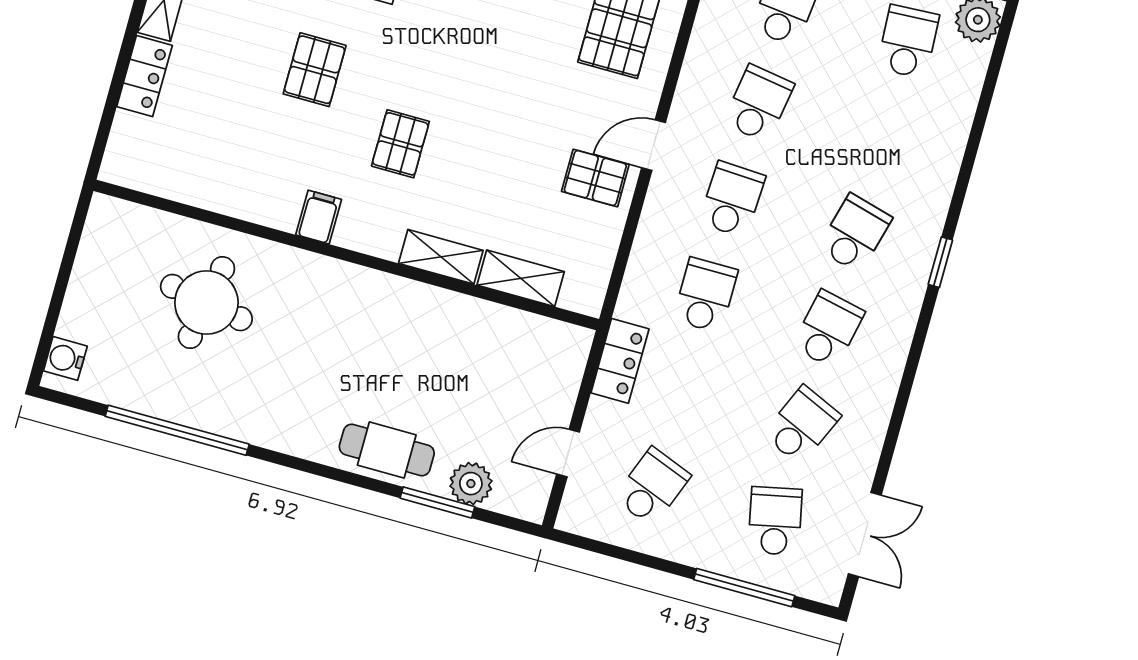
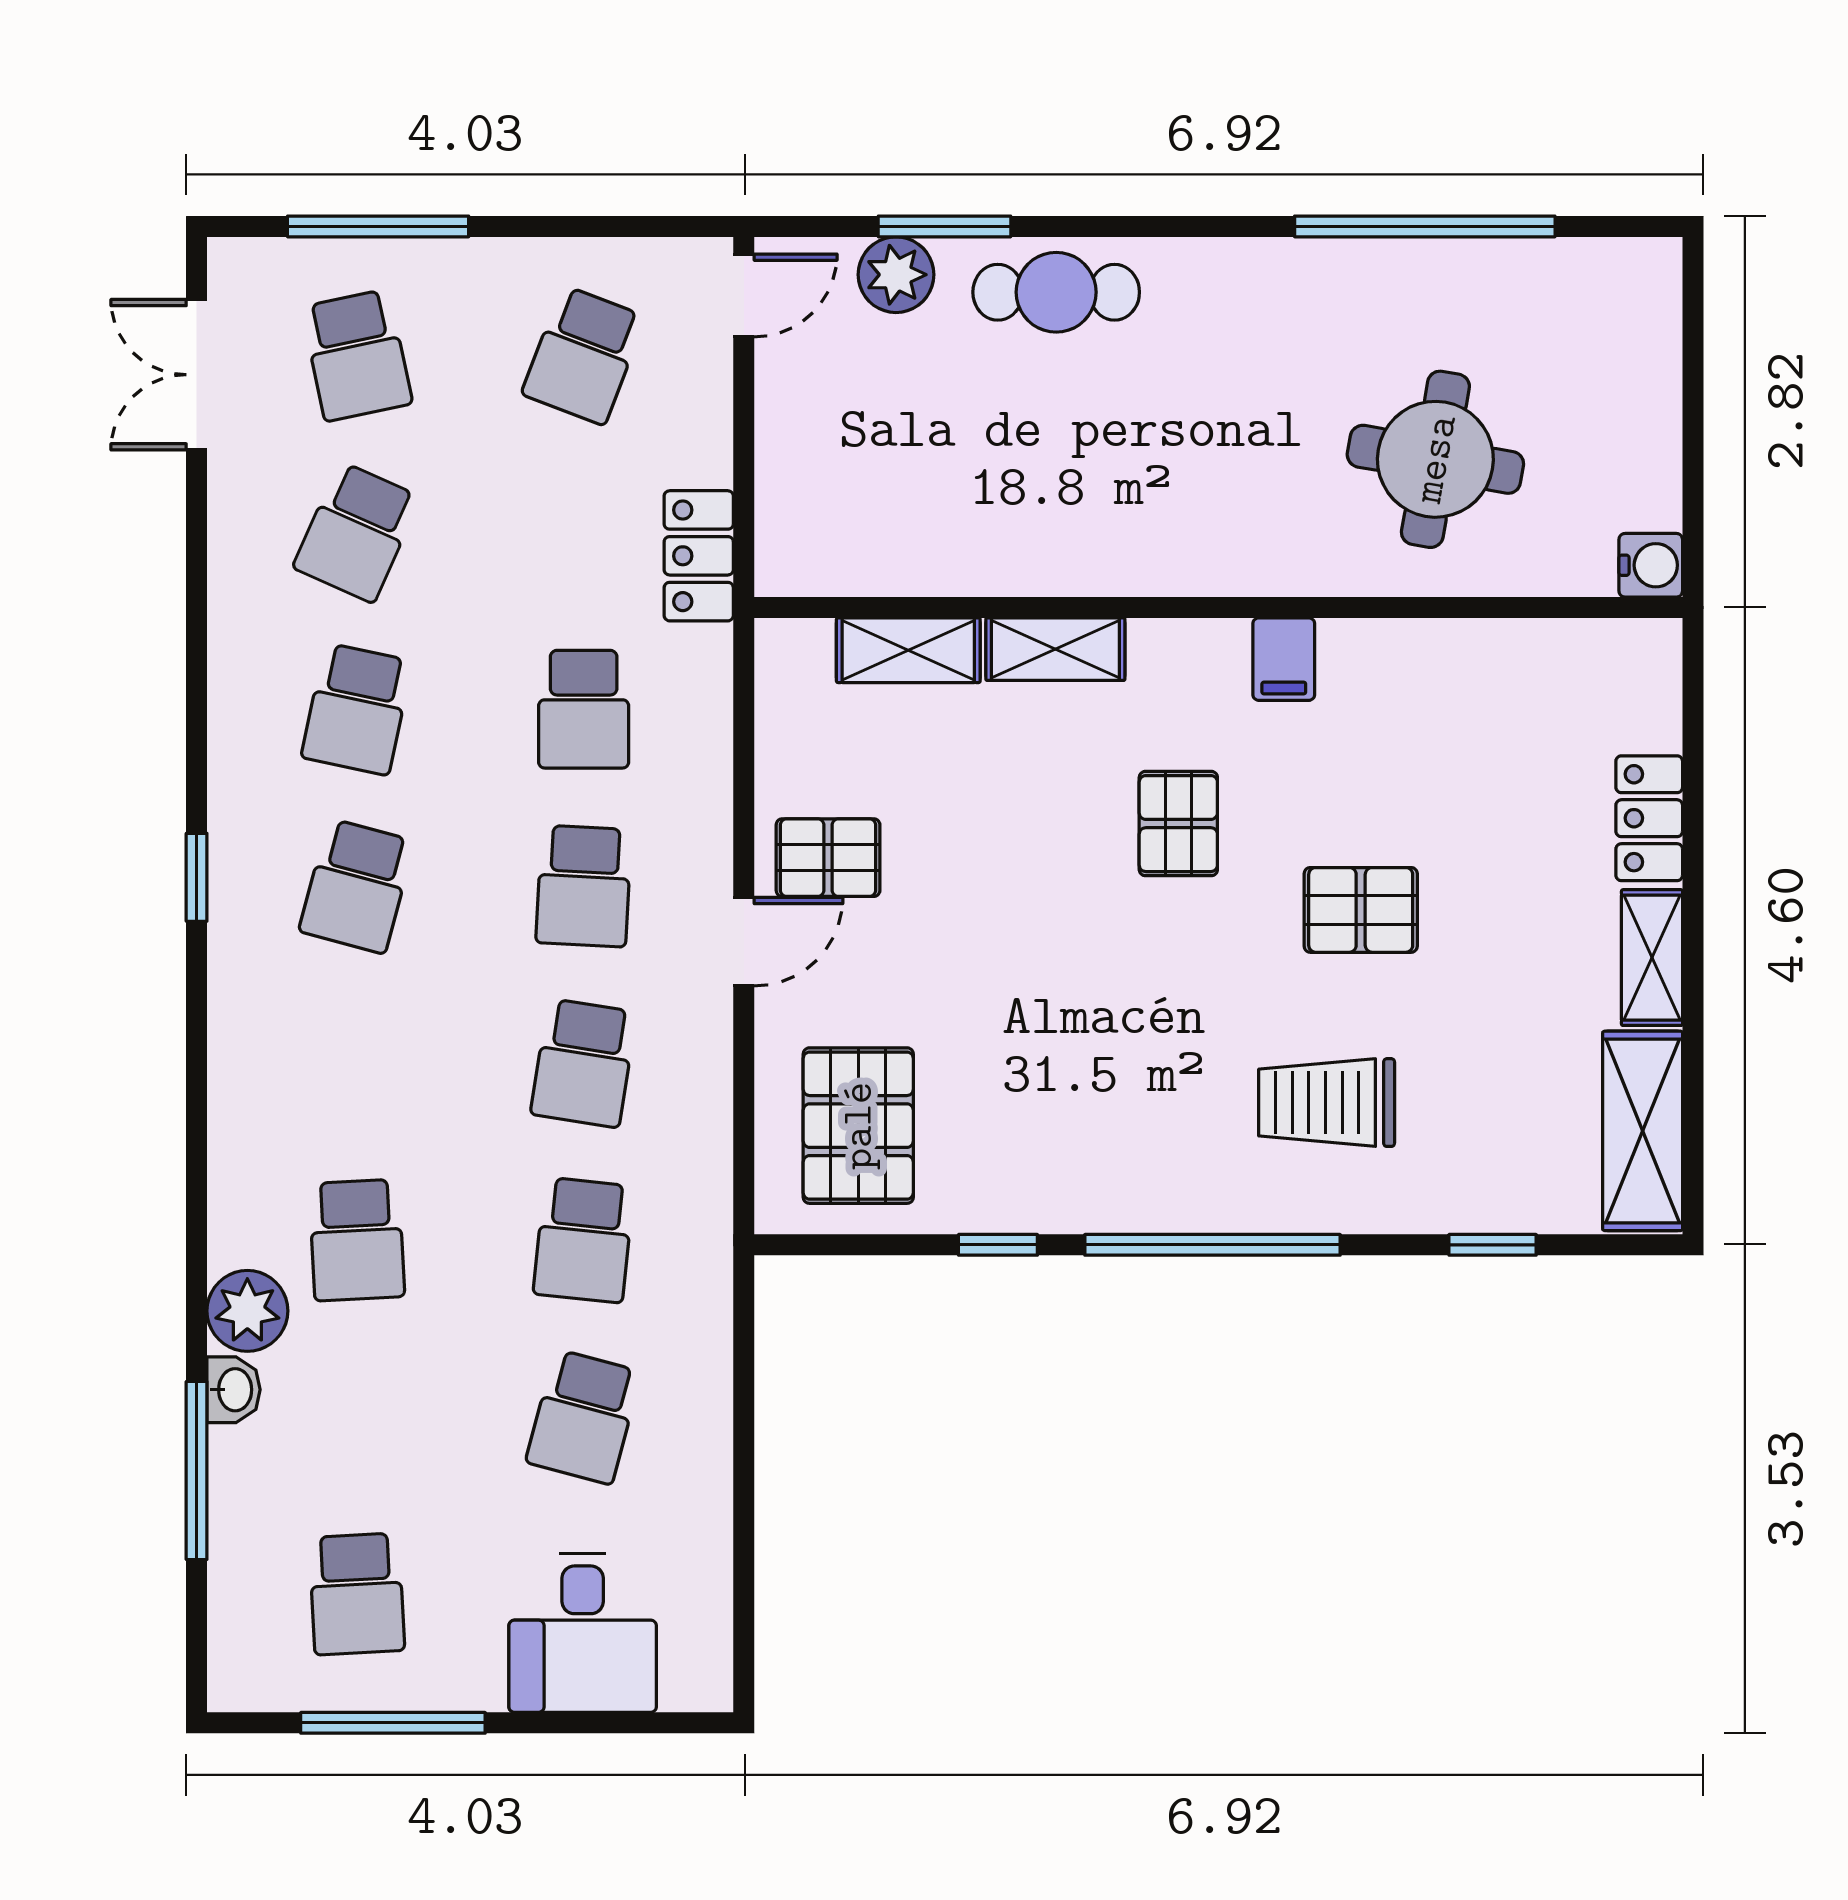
pallet: (315, 70) -> (1361, 910), turned 90
water cooler: (65, 358) -> (1651, 565), moved
door: (568, 453) -> (744, 295), moved

